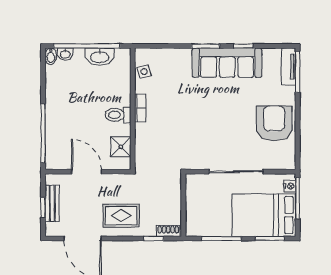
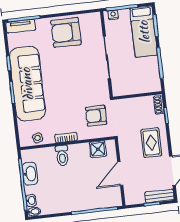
sofa: (227, 63) -> (27, 84), width x1.36, depth x1.27
toilet: (118, 115) -> (62, 156), moved
armchair: (164, 149) -> (96, 116), added
bench: (52, 203) -> (159, 196), moved
bed: (264, 215) -> (144, 32), width x0.67

